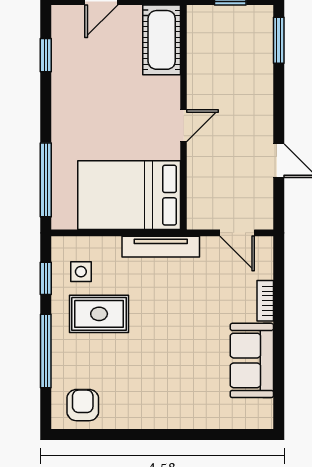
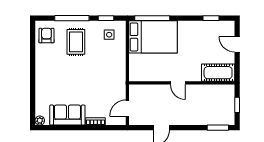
bed: (129, 195) -> (153, 37), moved, turned 90
tv unit: (161, 247) -> (121, 72), removed
rug: (99, 314) -> (76, 42), moved
armchair: (83, 405) -> (46, 36), turned -90
plant: (263, 419) -> (40, 121), added

